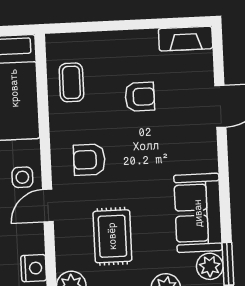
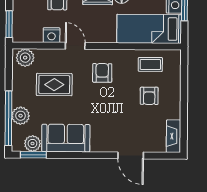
armchair: (140, 97) -> (149, 96), moved
side table: (22, 177) -> (94, 31), removed
nightstand: (34, 268) -> (52, 35), moved

